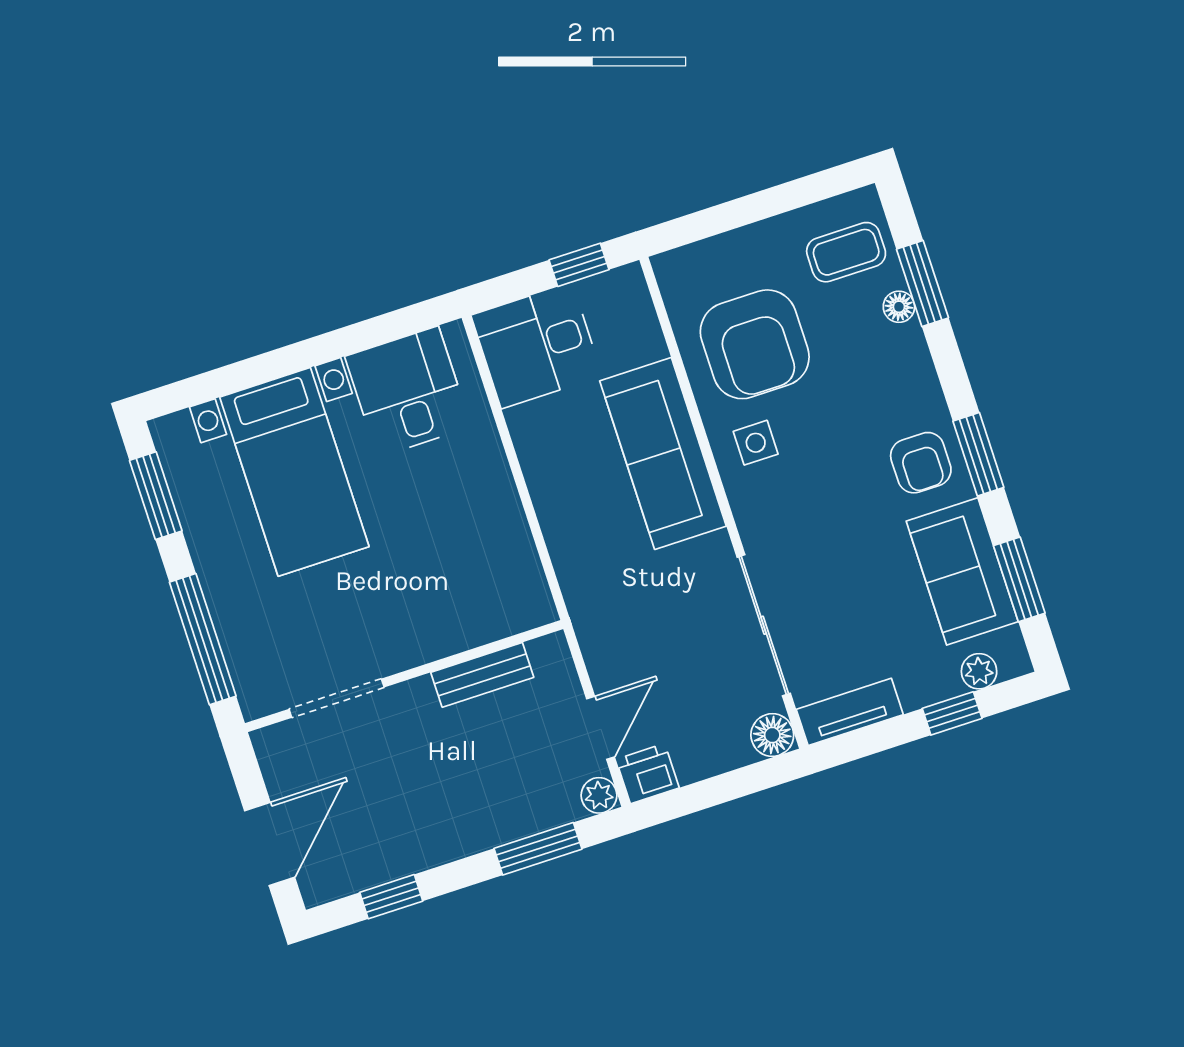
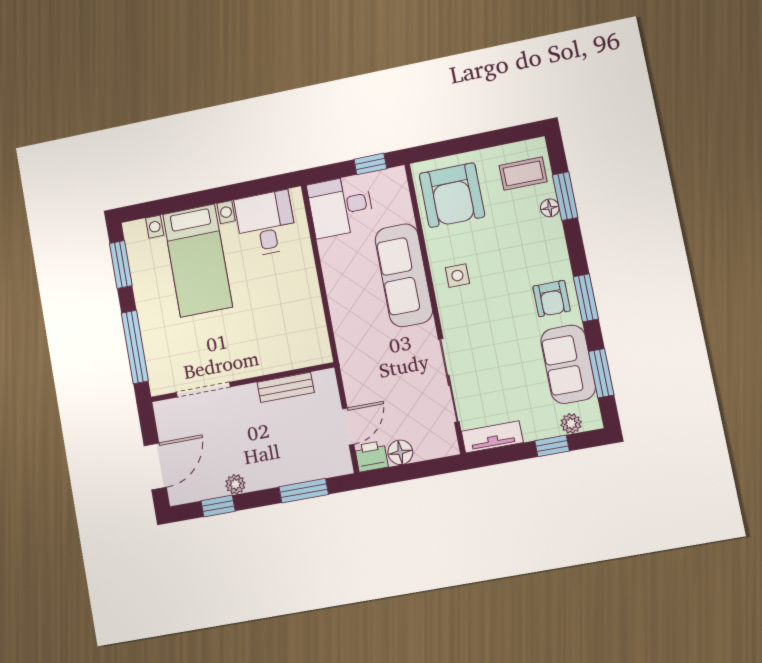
armchair: (755, 344) -> (452, 195), moved
floor lamp: (772, 735) -> (400, 452), moved
plant: (599, 795) -> (235, 484), moved

